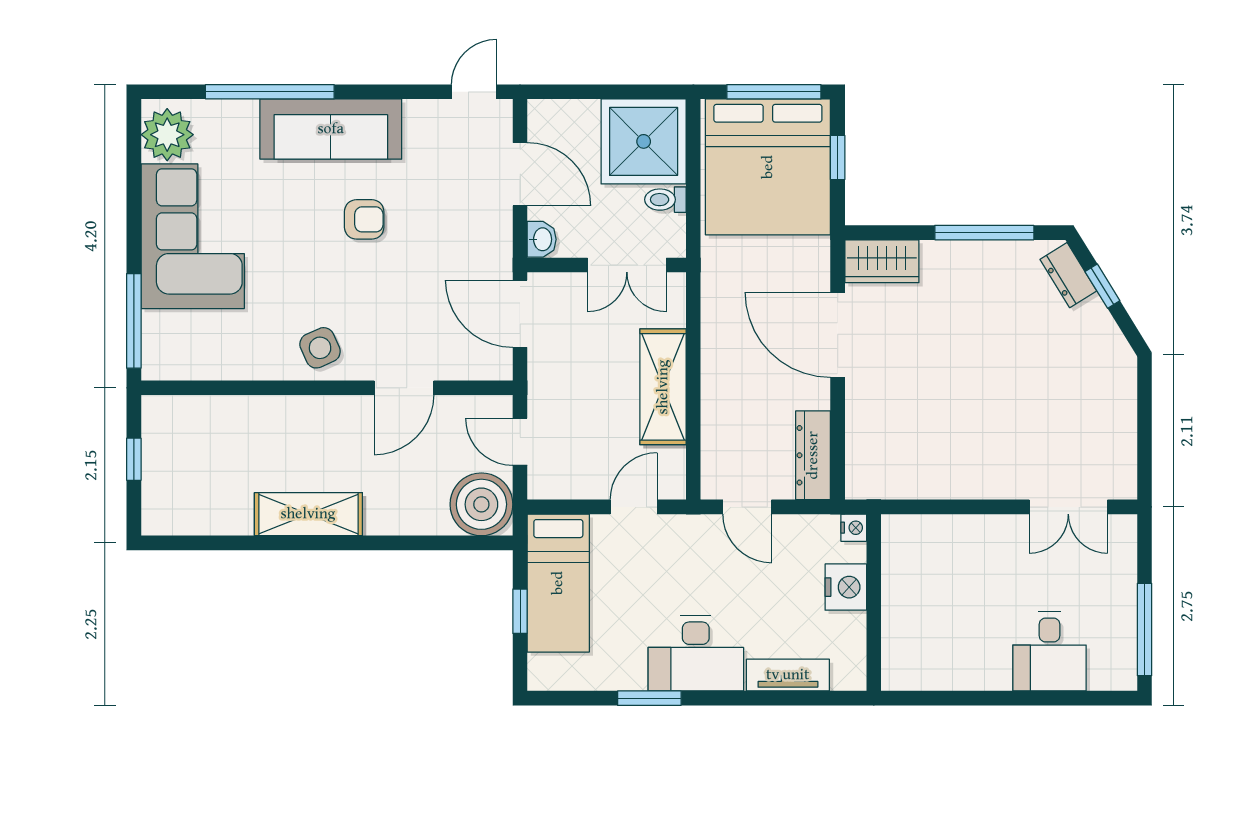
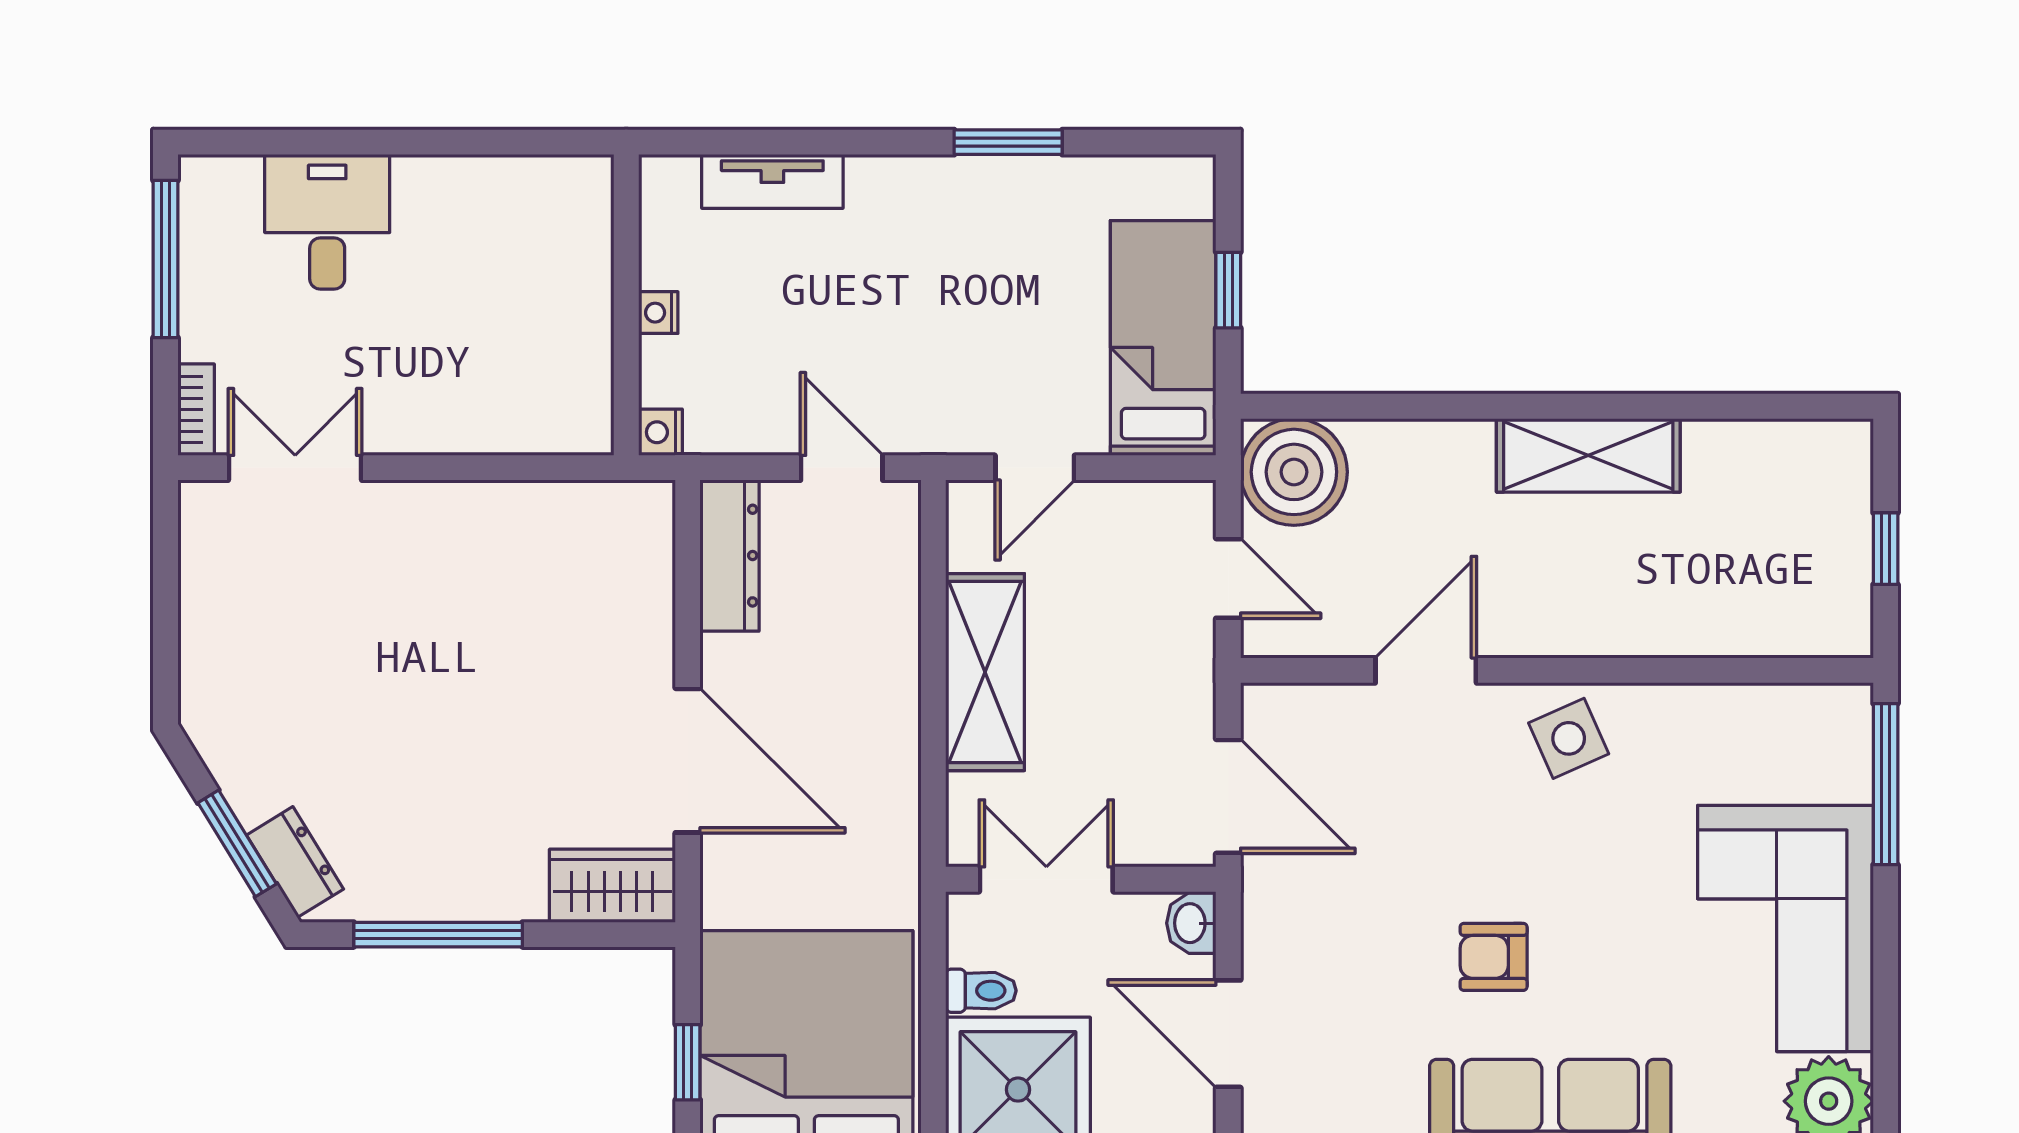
window: (1102, 286) -> (237, 843), width x1.50
bookcase: (1127, 541) -> (196, 410), added
nightstand: (846, 587) -> (658, 313), width x0.53, depth x0.56
desk: (696, 653) -> (929, 218), removed

